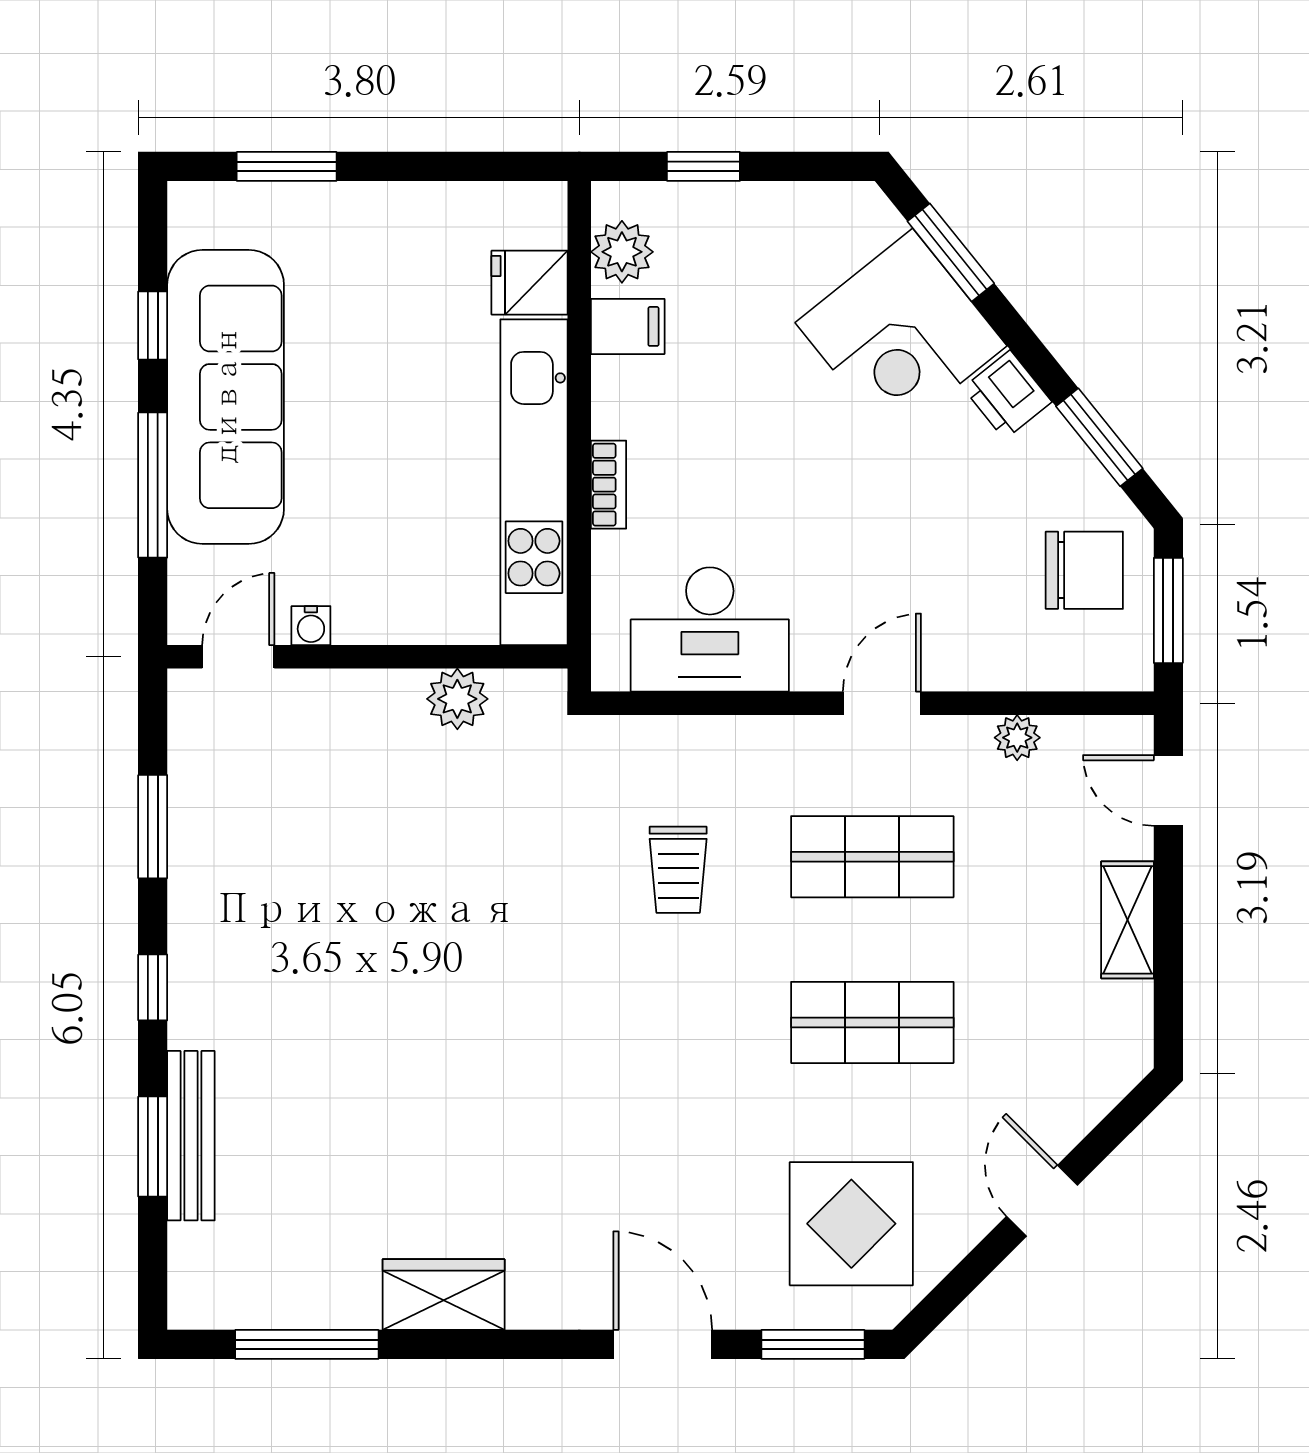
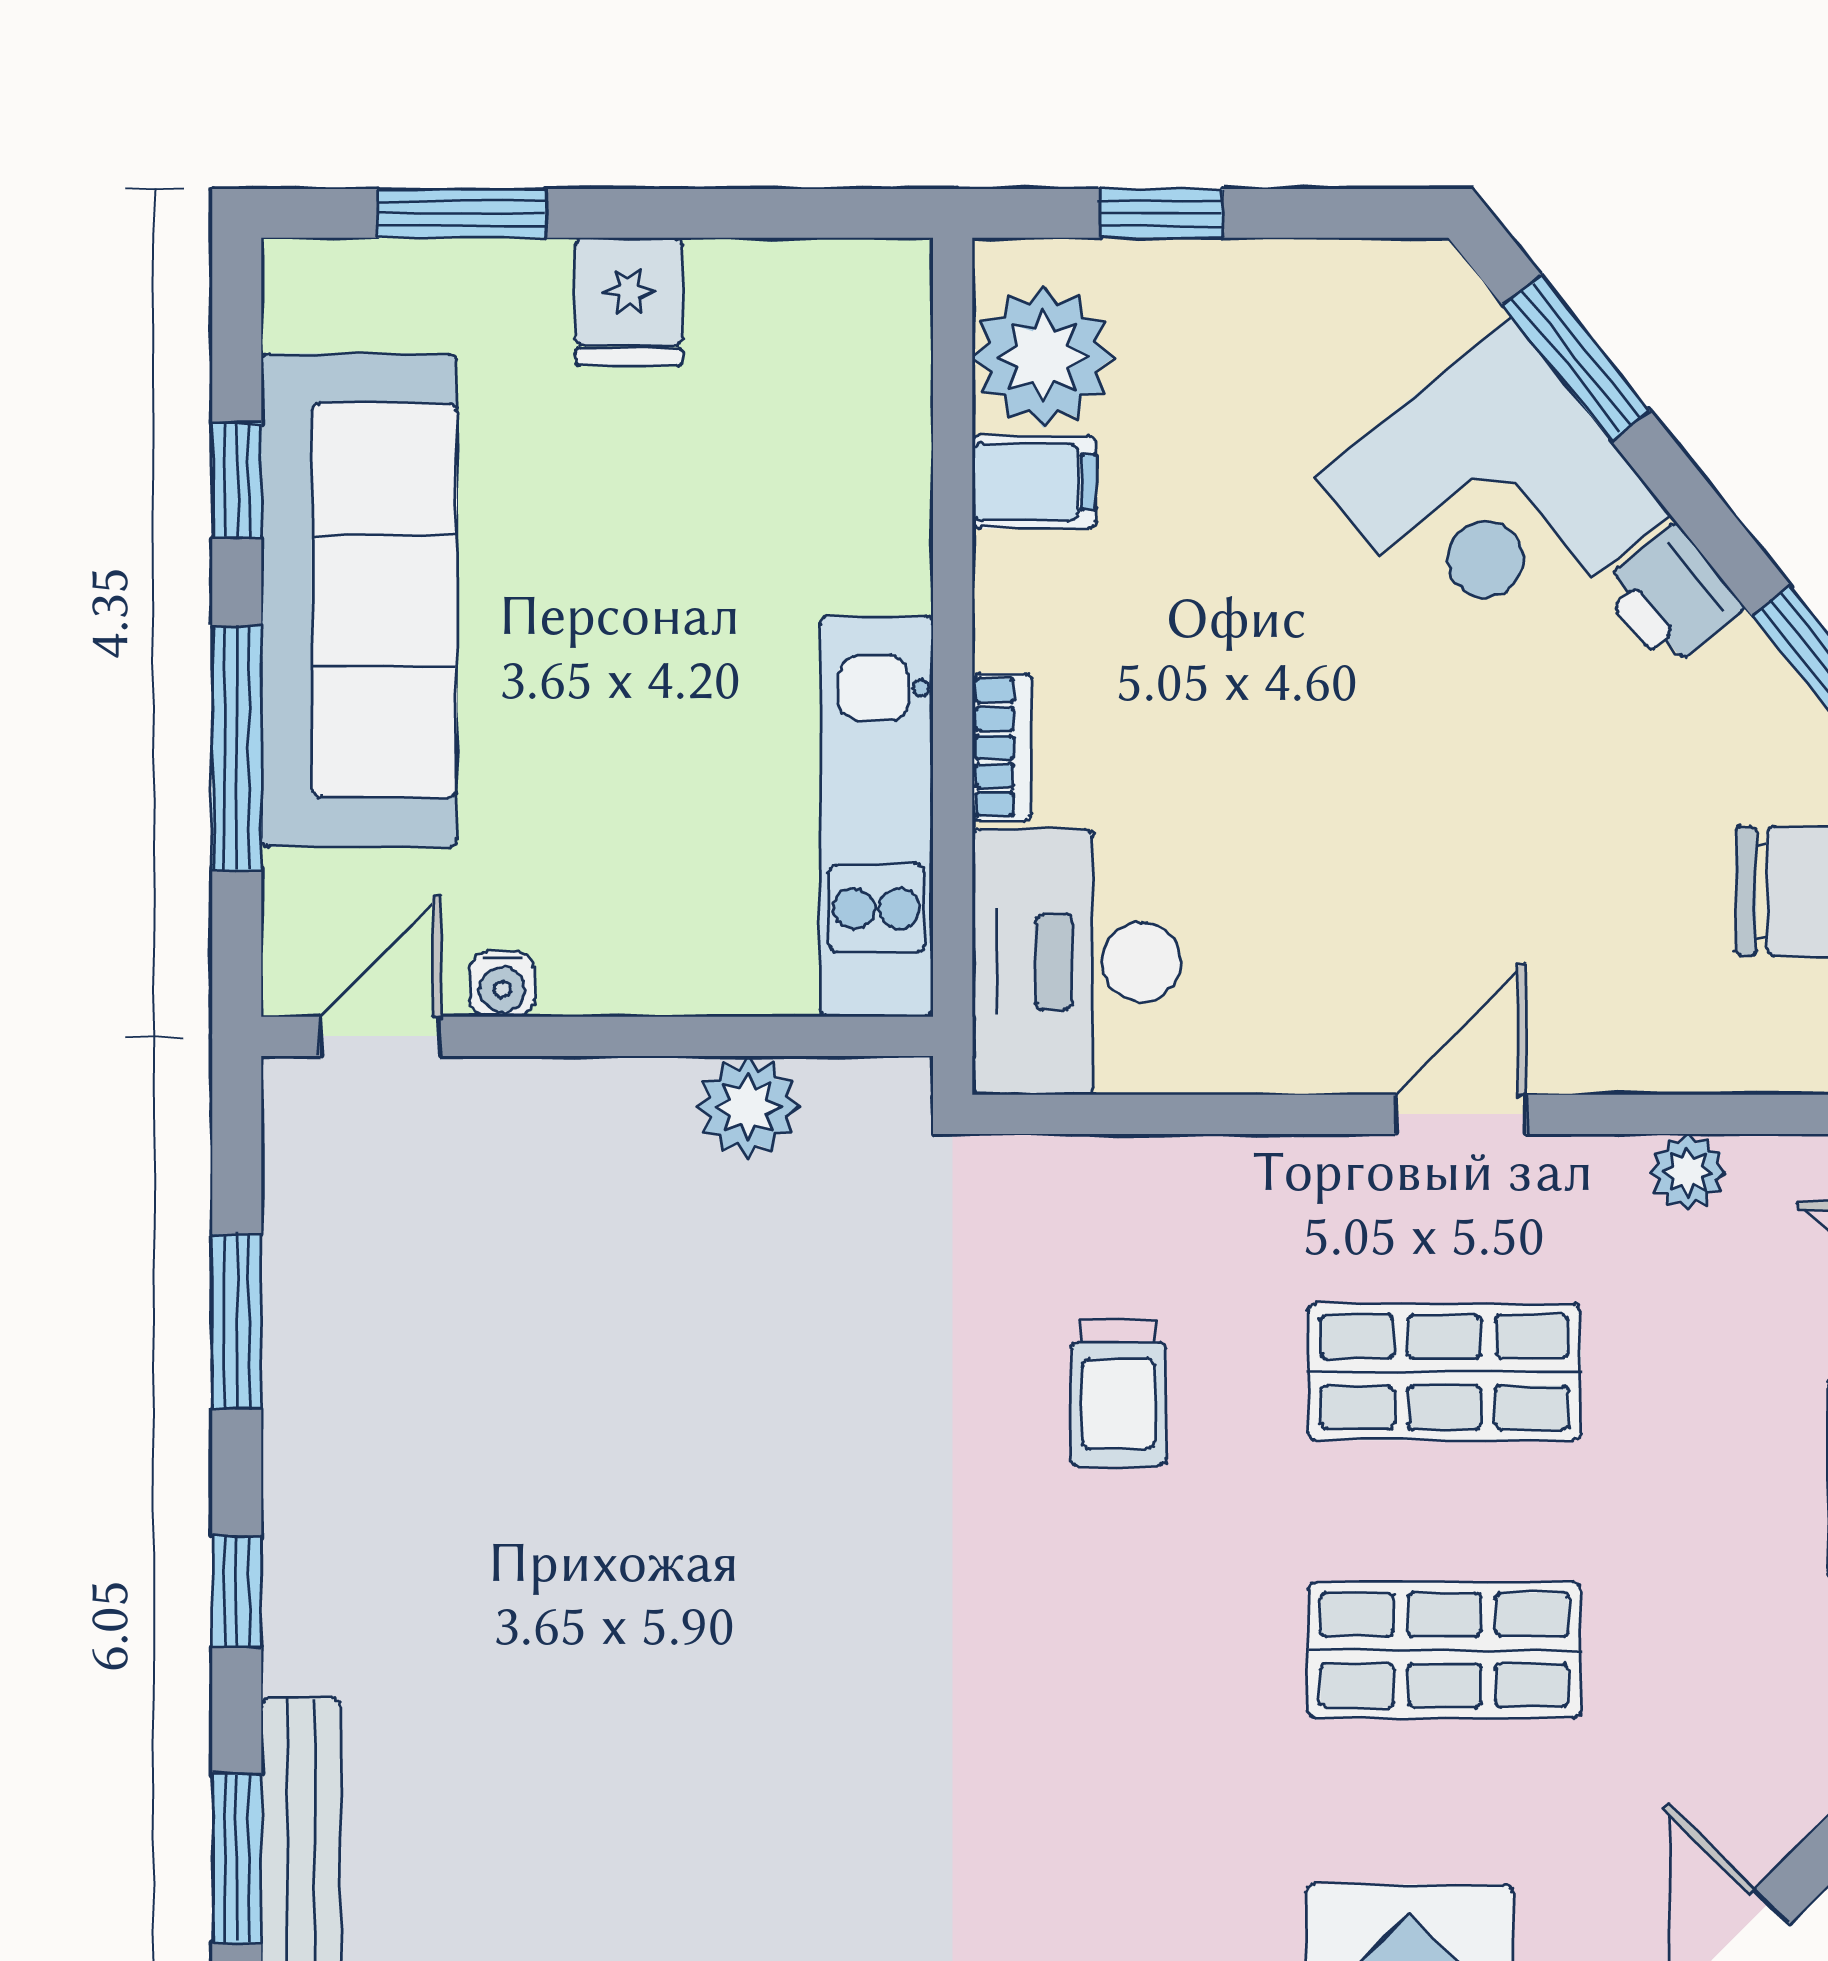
plant: (622, 252) -> (1043, 357), width x1.36, depth x1.36
fridge: (530, 283) -> (629, 302), moved, turned -90
kitchen unit: (534, 482) -> (877, 816), width x0.73
desk: (710, 629) -> (1076, 962), moved, turned 90

